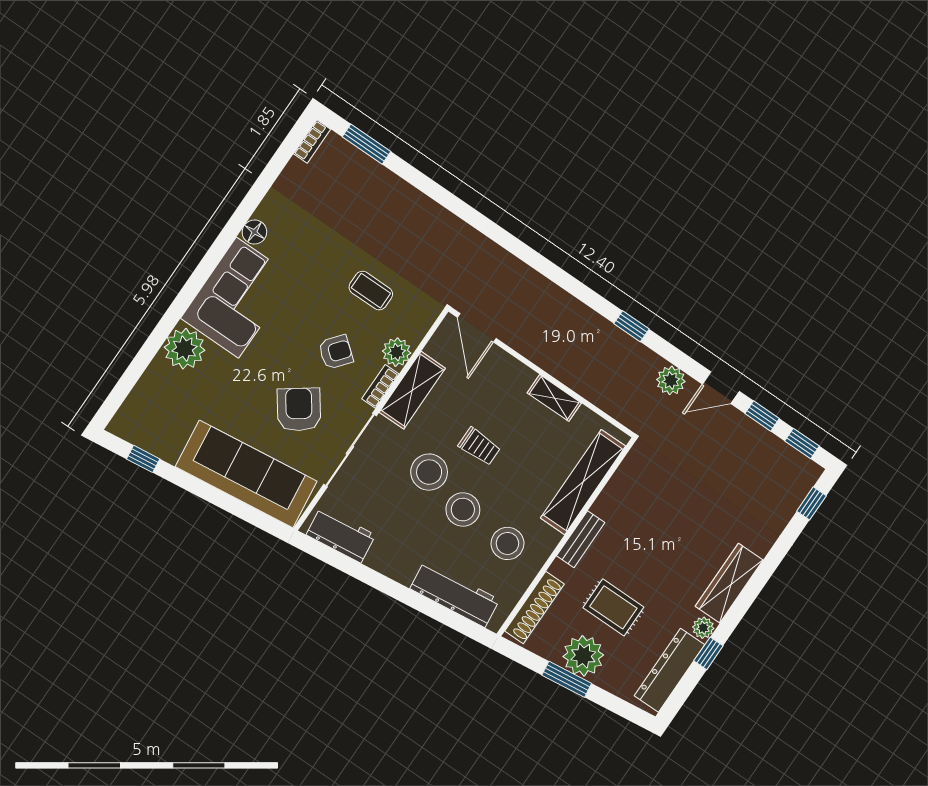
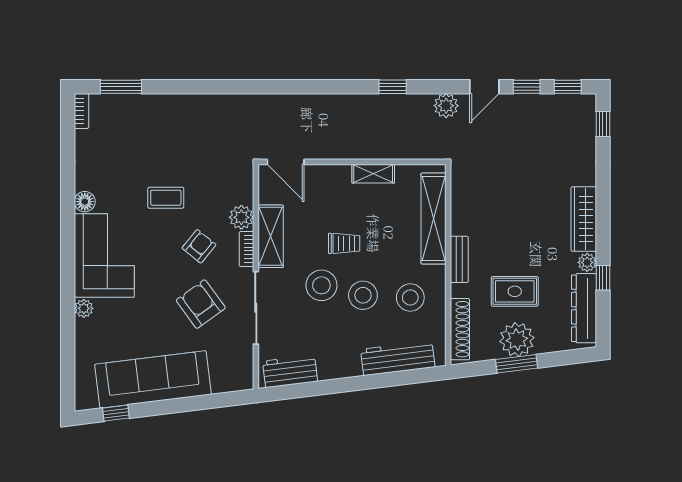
coffee table: (371, 291) -> (166, 198), moved
plant: (184, 349) -> (84, 308), width x0.53, depth x0.53
sofa: (246, 474) -> (153, 379), moved

